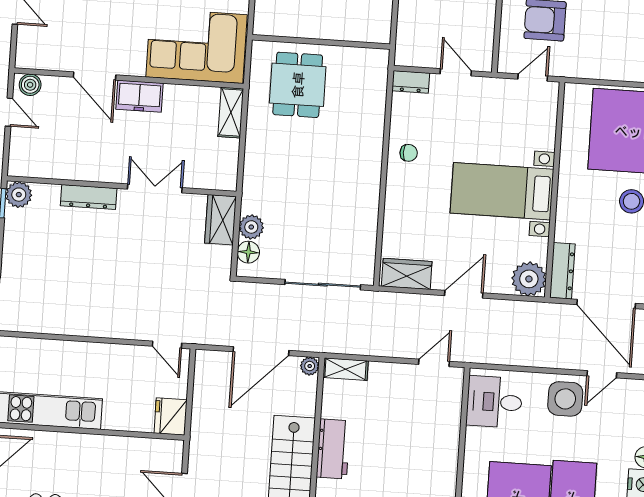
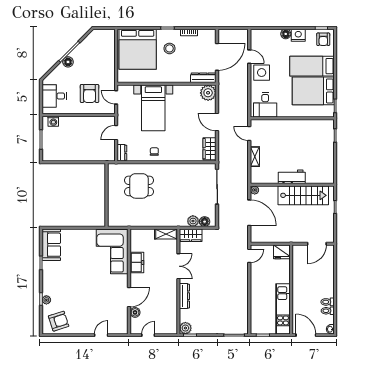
boiler: (30, 85) -> (135, 312), moved
dining table: (298, 85) -> (139, 186), moved
freezer: (140, 96) -> (137, 262), moved
shelving: (231, 113) -> (166, 234), moved
double door: (155, 188) -> (178, 266), swing flipped
bed with nightstands: (502, 191) -> (153, 108), moved
shelving: (346, 369) -> (255, 157), moved

